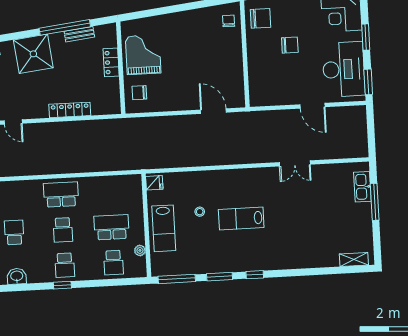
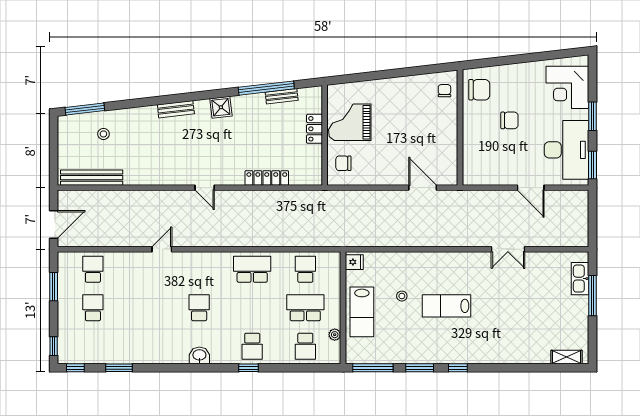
shower: (33, 54) -> (221, 107), width x0.54, depth x0.54
grand piano: (143, 55) -> (350, 122), turned -90
school desk: (63, 230) -> (305, 269), moved, turned 180

